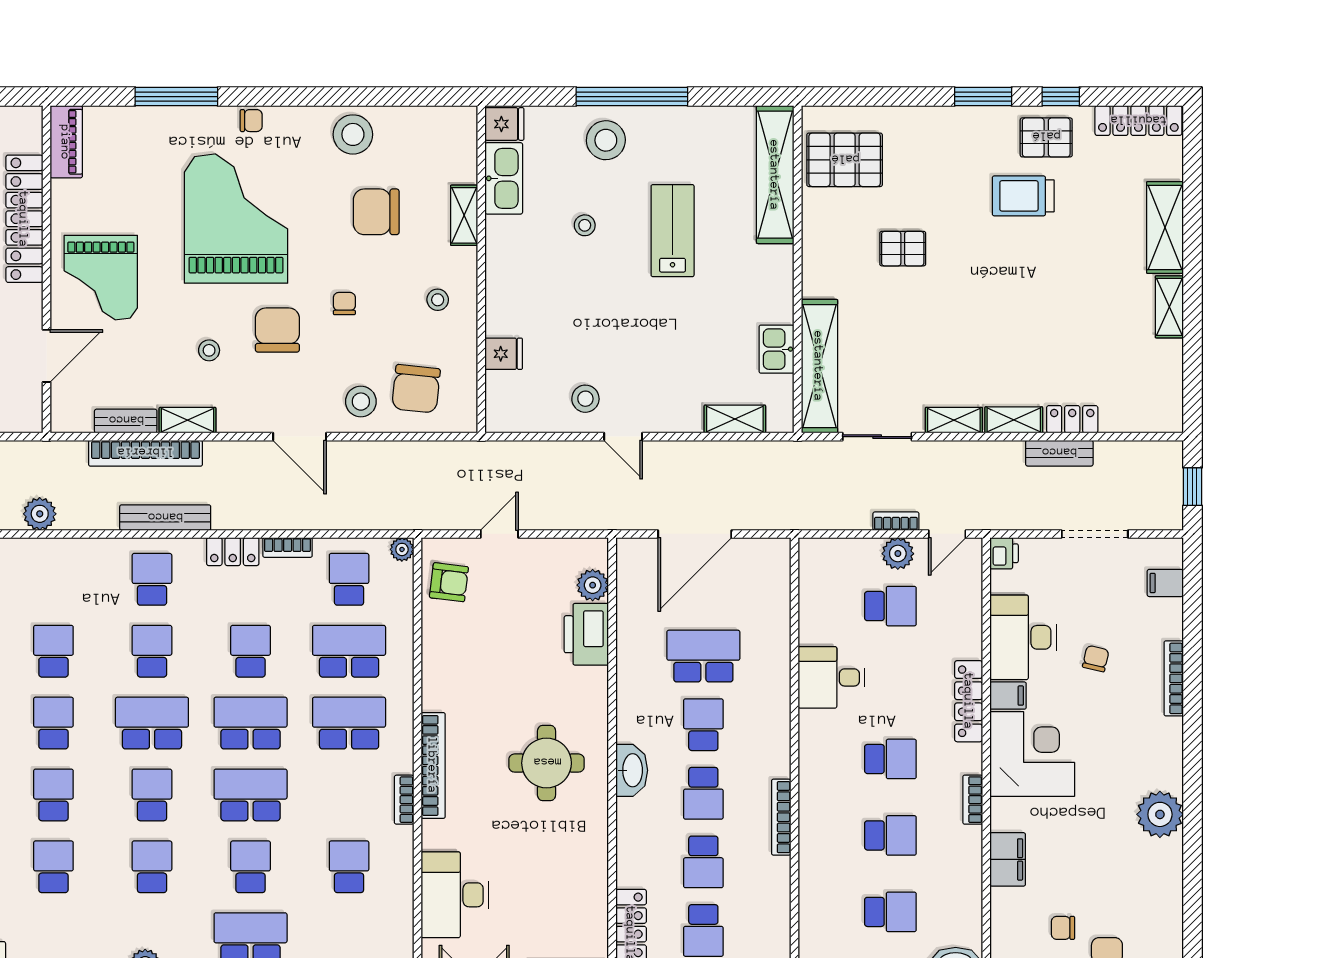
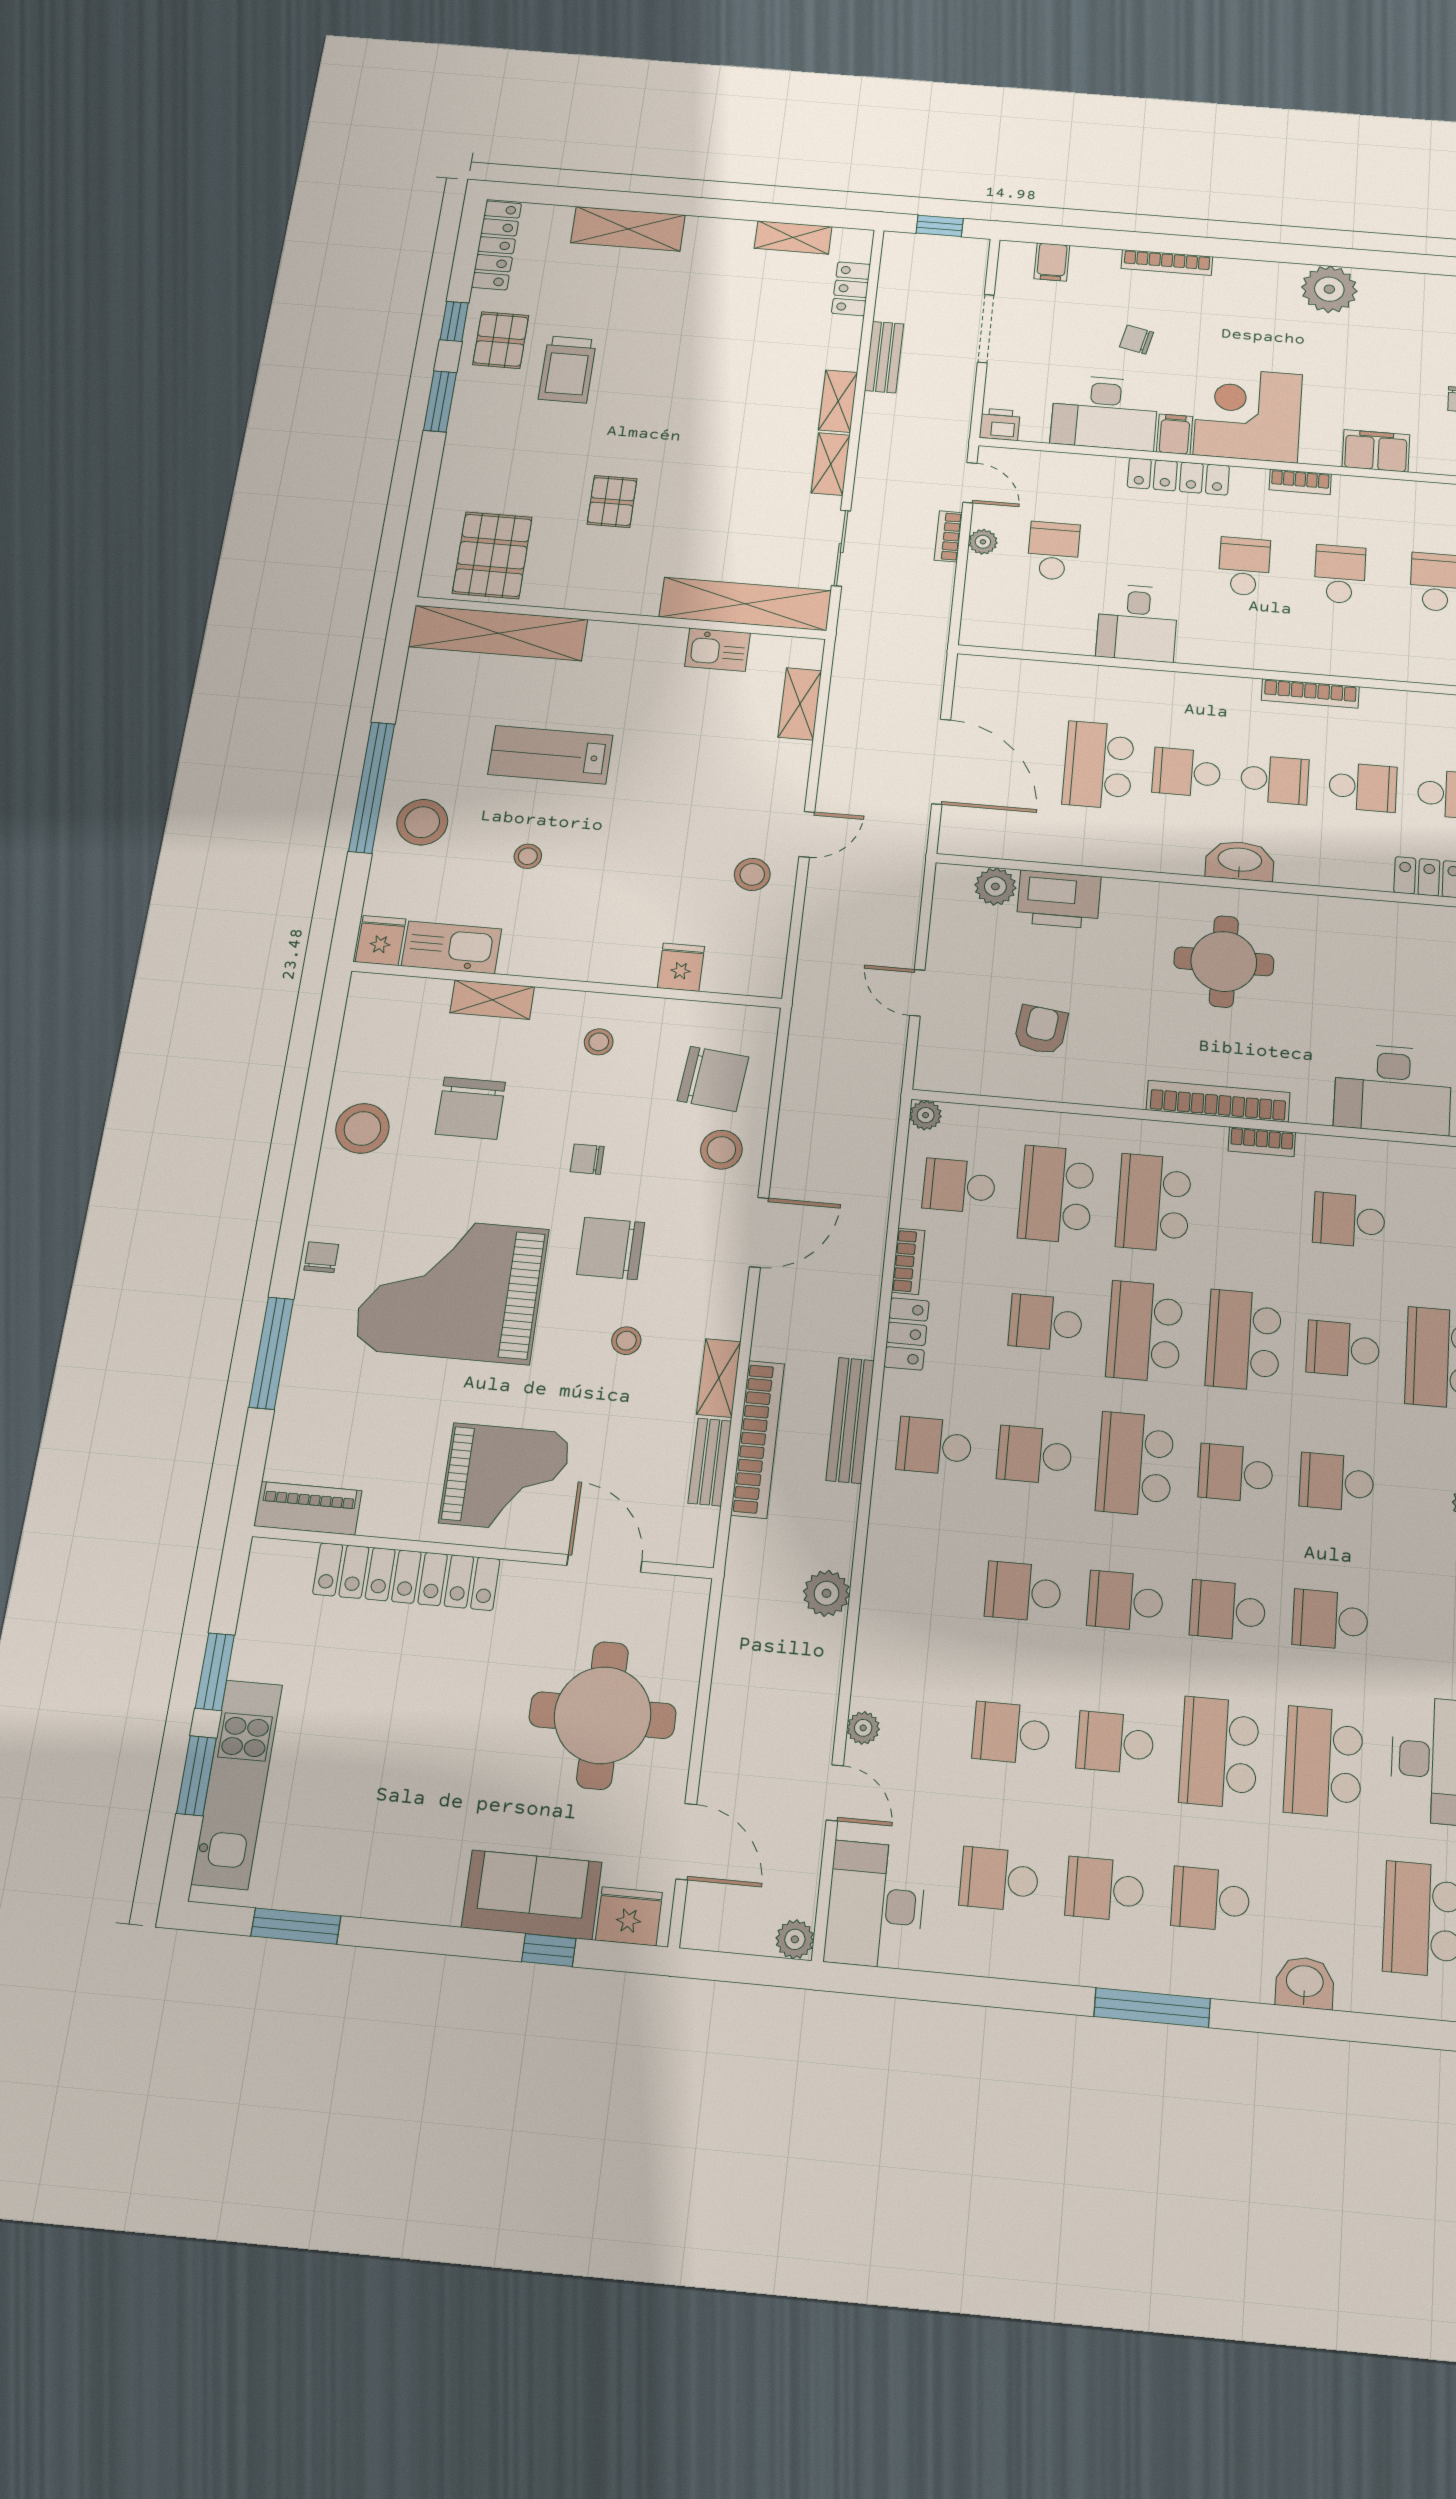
shelving: (1169, 307) -> (793, 237), moved
locker: (1072, 419) -> (851, 289), moved
plant: (898, 554) -> (983, 542), width x0.73, depth x0.73
armchair: (449, 582) -> (1041, 1030), moved

